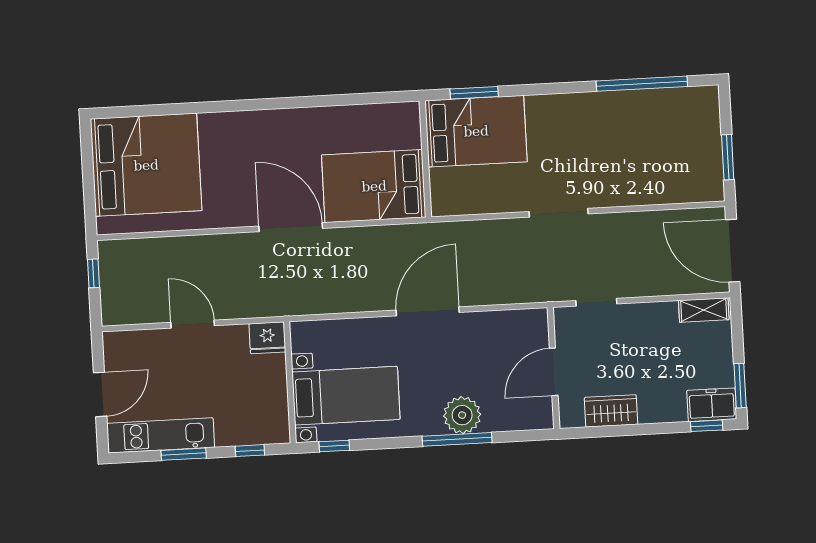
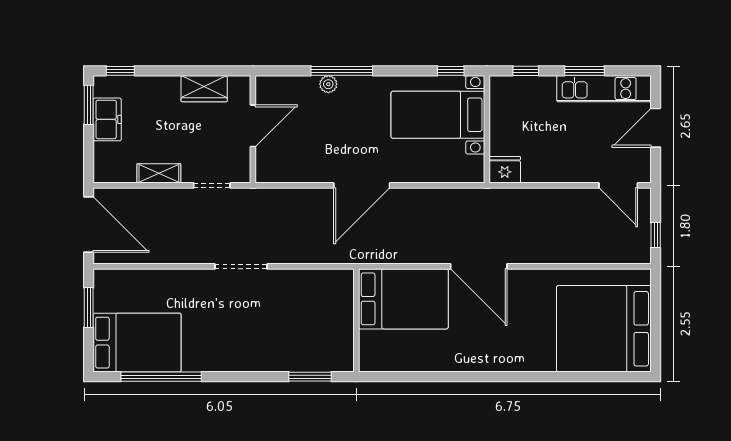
bed: (476, 131) -> (137, 343), moved, turned 180
shelving: (704, 310) -> (159, 173), moved
door: (193, 324) -> (618, 185), moved
freezer: (712, 405) -> (107, 119), moved, turned -90
plant: (462, 415) -> (328, 84), width x0.53, depth x0.53

